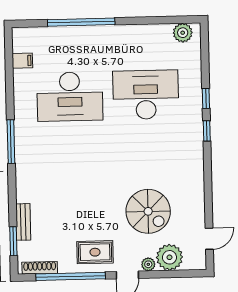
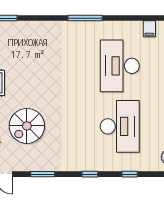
window: (206, 98) -> (130, 174), moved
window: (208, 190) -> (43, 174), added
bench: (23, 222) -> (21, 26), removed

